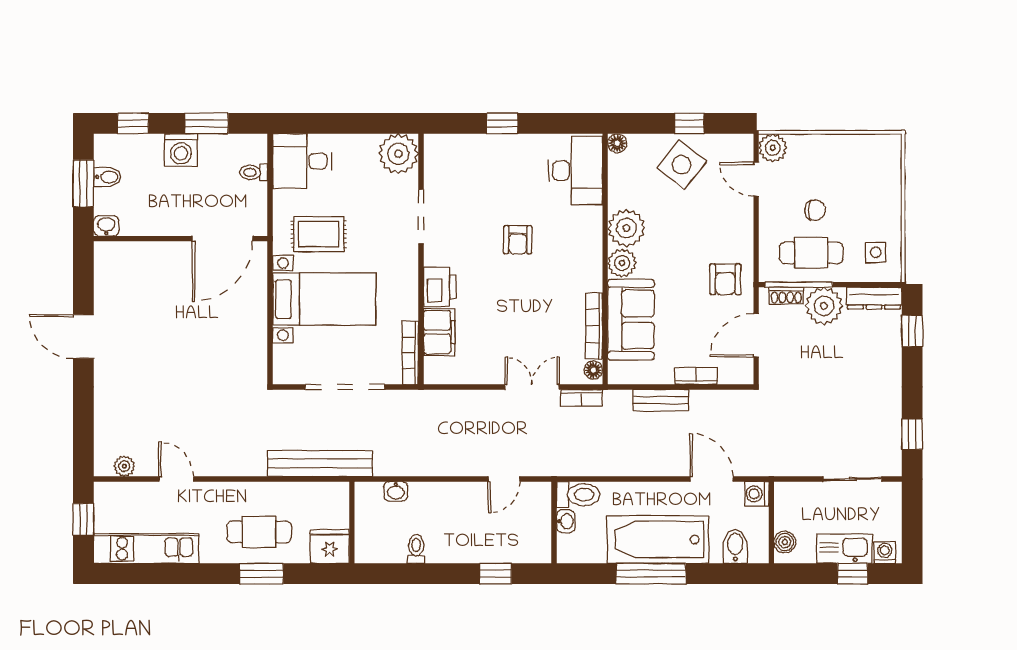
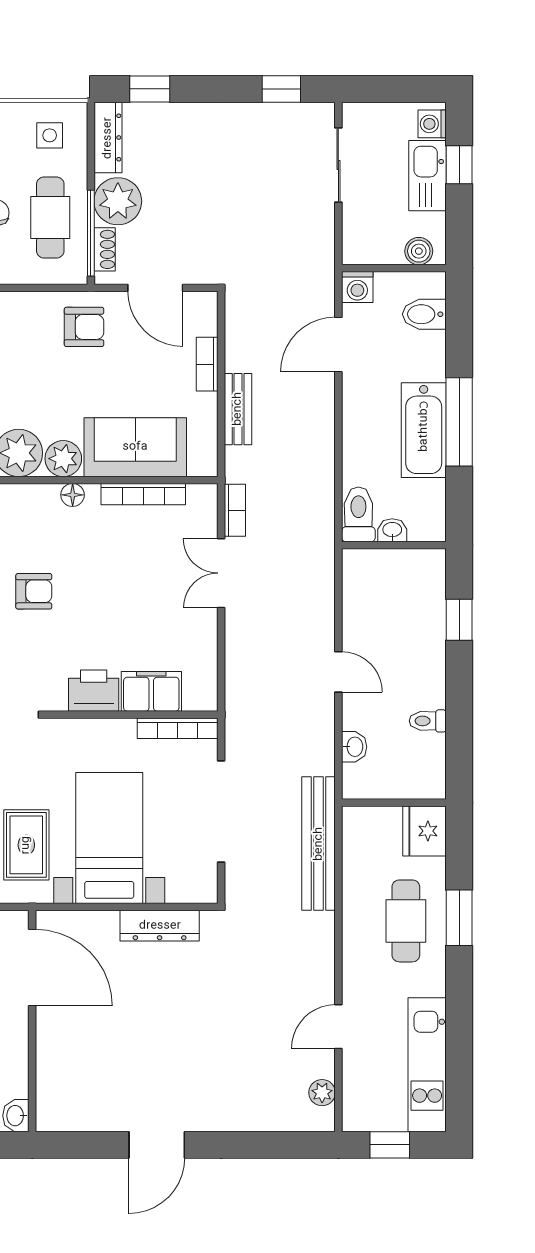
dresser: (255, 339) -> (160, 926), added
floor lamp: (593, 370) -> (73, 495), moved
door: (504, 479) -> (338, 672), moved
bathtub: (658, 540) -> (424, 430), width x0.73, depth x0.73

